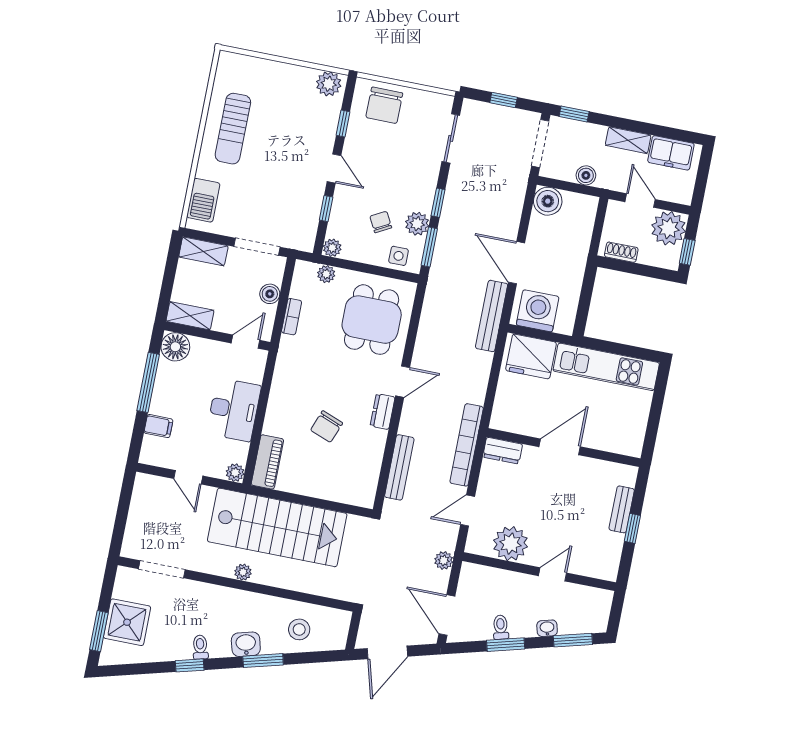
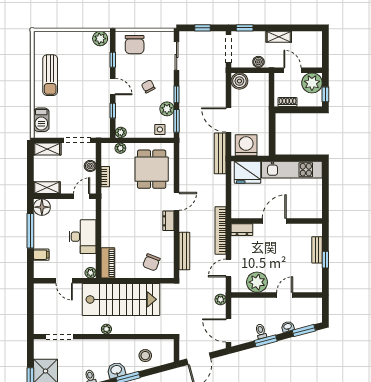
freezer: (671, 153) -> (305, 39), removed
chair: (381, 222) -> (148, 86), moved
chair: (327, 427) -> (151, 262), moved

